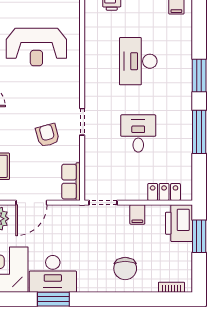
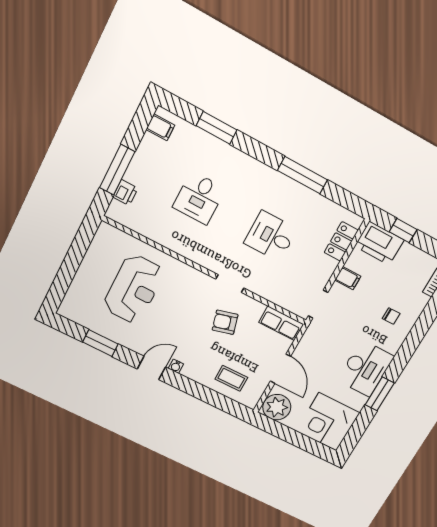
desk: (138, 61) -> (199, 198), width x0.73
window: (199, 75) -> (217, 128), moved
window: (199, 236) -> (403, 231), width x0.67
chair: (125, 268) -> (391, 316), width x0.54, depth x0.54
desk: (53, 274) -> (366, 368), moved

